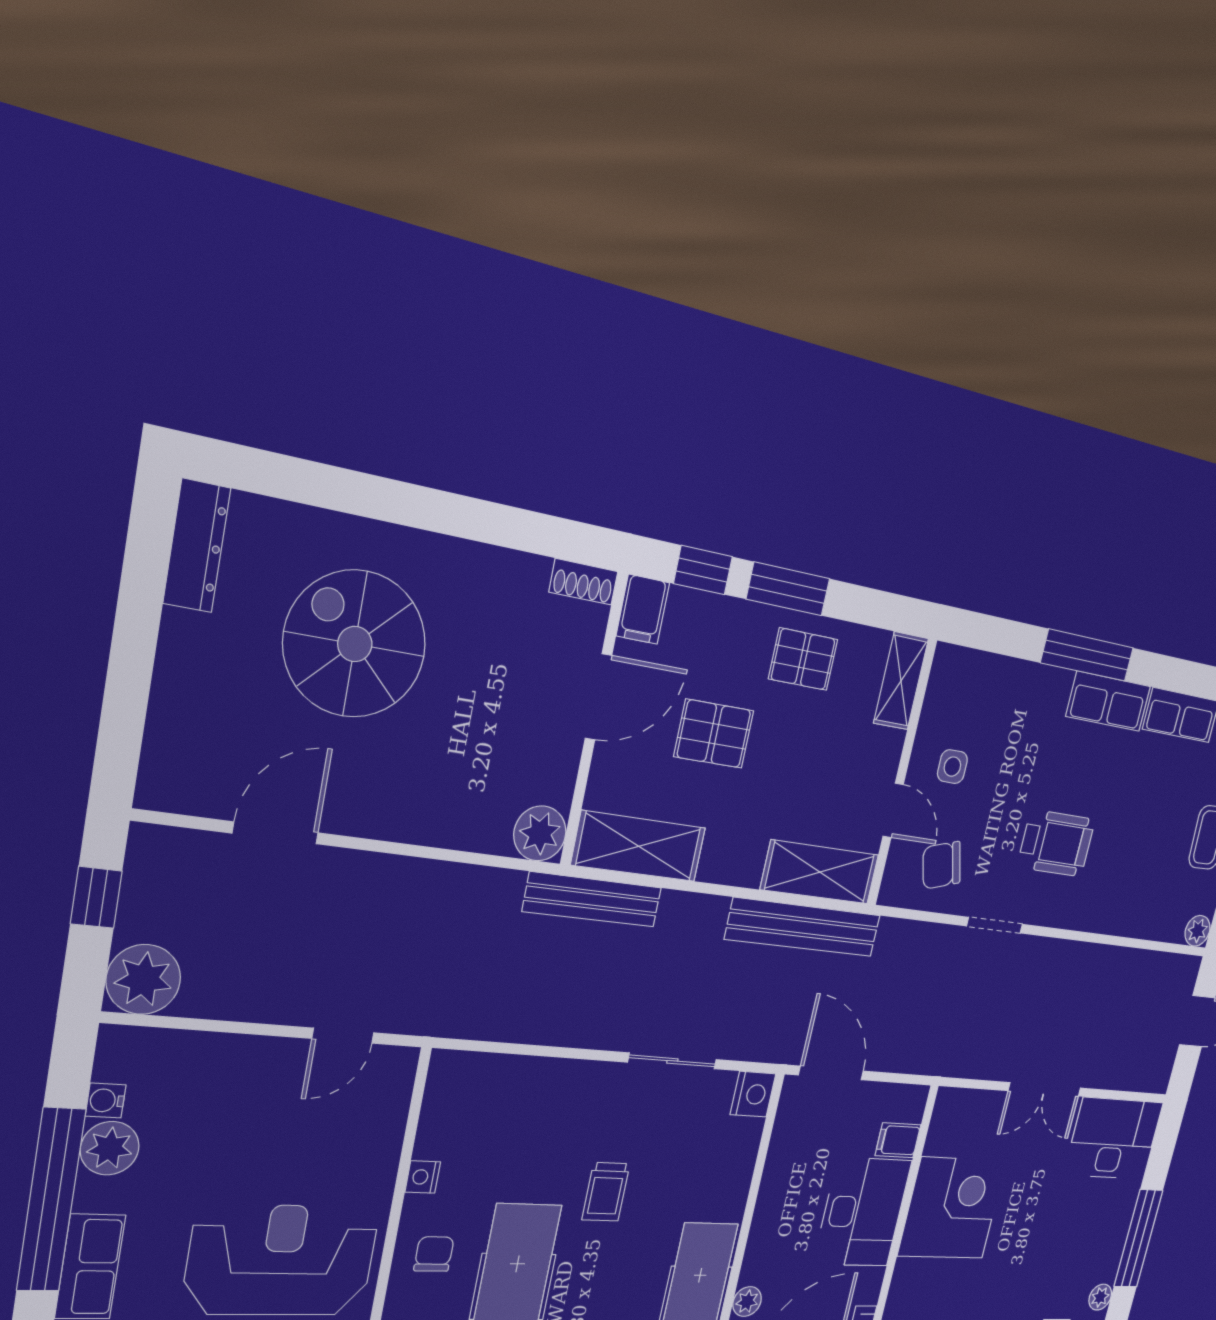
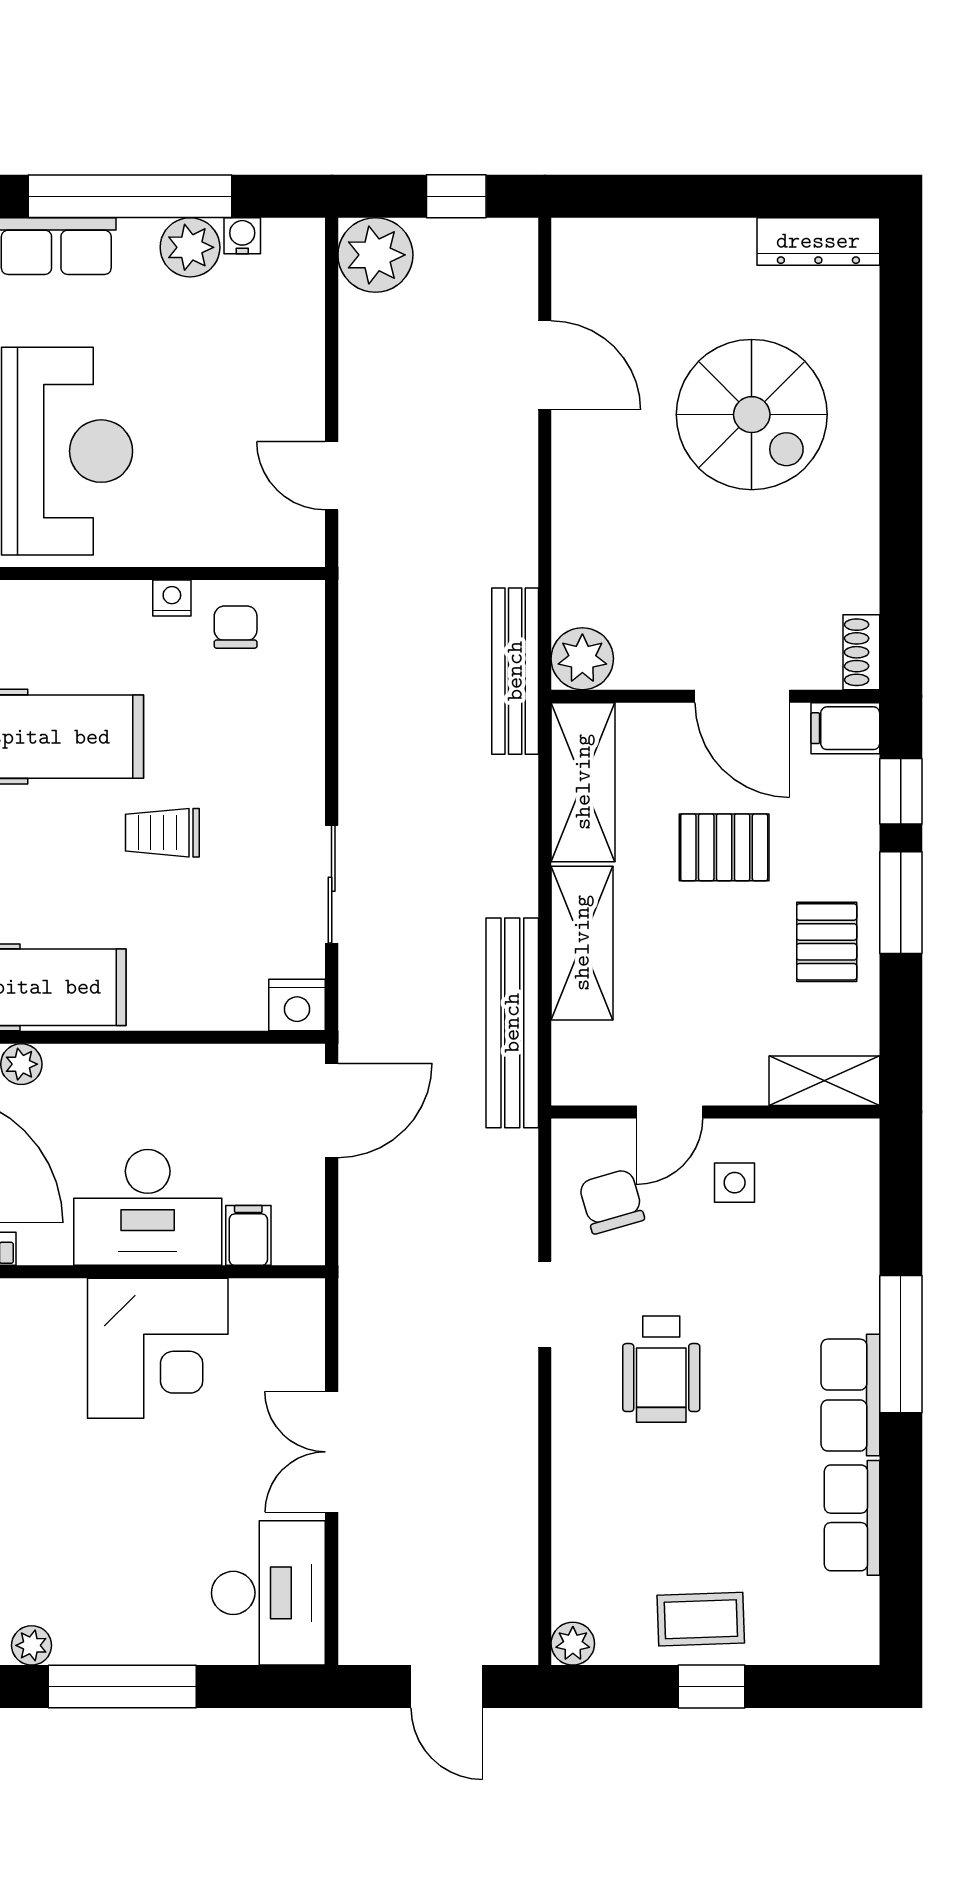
spiral stairs: (355, 644) -> (752, 415), turned 90
pallet: (714, 734) -> (724, 847), turned 90
shelving: (820, 872) -> (582, 943), moved
bench: (593, 899) -> (515, 671), moved
chair: (434, 1254) -> (236, 627), moved, turned -90

